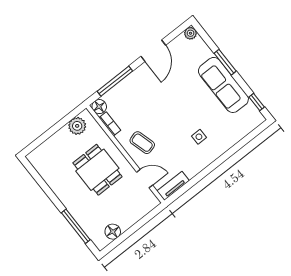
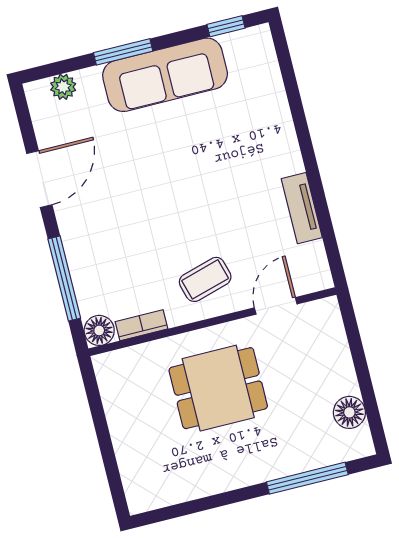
plant: (190, 33) -> (63, 87), moved
door: (153, 51) -> (39, 179), hinge flipped
plant: (77, 126) -> (117, 389), removed
side table: (199, 137) -> (243, 166), removed
tv unit: (173, 186) -> (302, 208), moved

